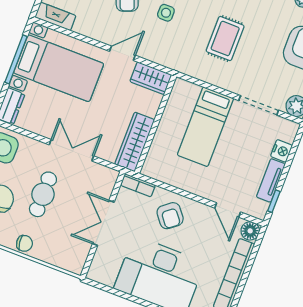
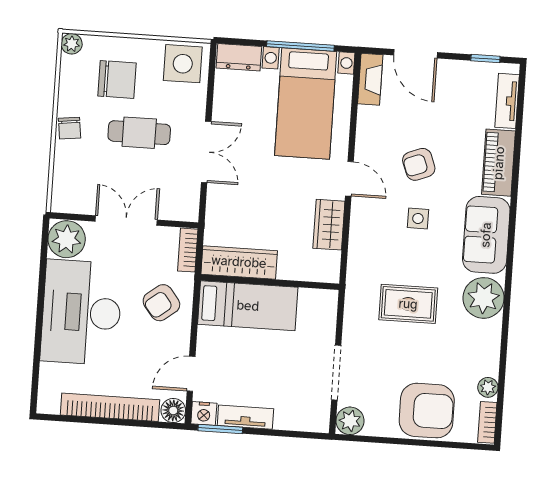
wall: (156, 124) -> (270, 282), moved
bed: (205, 127) -> (248, 306), moved, turned 180
wardrobe: (135, 142) -> (239, 262), moved
nightstand: (281, 151) -> (204, 413), moved
window: (274, 201) -> (220, 429), width x1.50
plant: (104, 270) -> (67, 239), added

